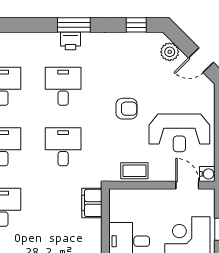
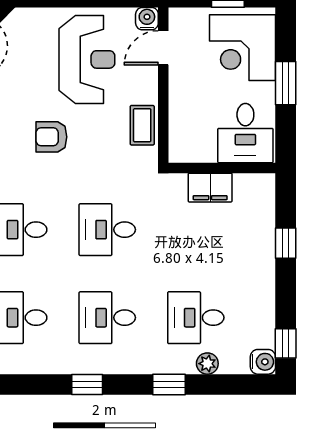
armchair: (127, 109) -> (51, 137), turned -90
filing cabinet: (92, 203) -> (210, 188), moved

